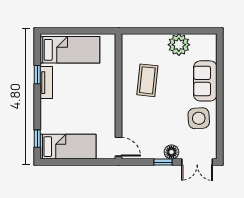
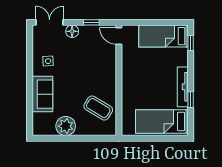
coffee table: (147, 80) -> (98, 108), moved, turned -65
tv unit: (46, 83) -> (183, 87), width x1.41
side table: (199, 118) -> (48, 61), width x0.54, depth x0.54
window: (163, 162) -> (91, 22), moved

